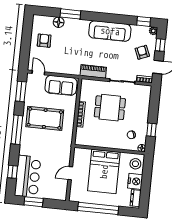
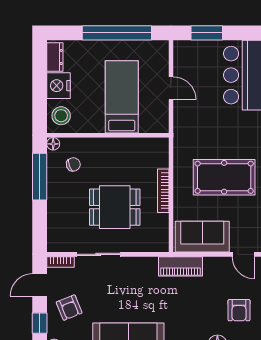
piano: (93, 71) -> (181, 266), moved
window: (151, 130) -> (40, 177), width x2.17
bed: (104, 172) -> (122, 97), width x0.67
door: (70, 173) -> (171, 88), hinge flipped
window: (34, 202) -> (207, 33), moved

